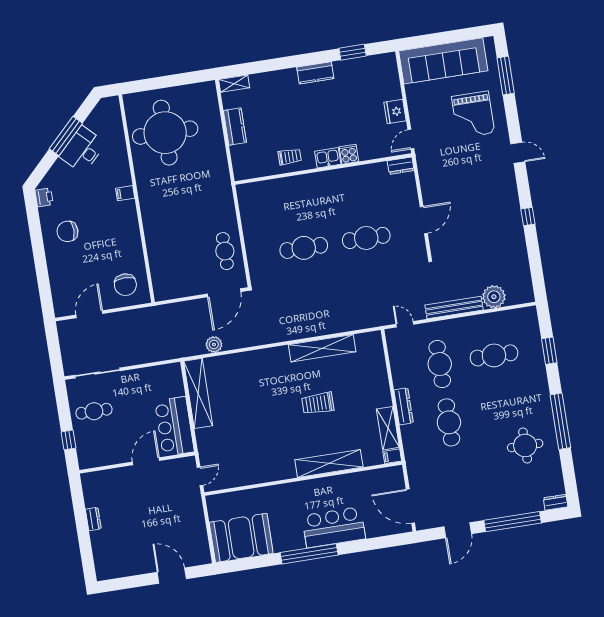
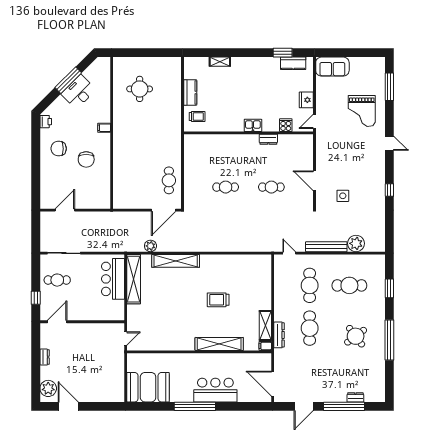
sofa: (443, 61) -> (332, 67), width x0.54, depth x0.79
kitchen counter: (315, 73) -> (293, 63), moved
shelving: (234, 84) -> (220, 62), moved
round table: (165, 133) -> (140, 89), width x0.54, depth x0.54
cooker: (349, 154) -> (286, 125), moved
trolley: (290, 157) -> (197, 117), moved
dresser: (401, 166) -> (268, 139), moved
door: (424, 220) -> (314, 181), swing flipped
side table: (466, 234) -> (343, 196), added
cafe table: (366, 238) -> (271, 187), width x0.73, depth x0.74
cafe table: (304, 248) -> (226, 187), width x0.73, depth x0.74
chair: (125, 285) -> (86, 159), moved
shelving: (322, 348) -> (176, 261), moved
dresser: (404, 406) -> (279, 335), moved
bar counter: (174, 426) -> (113, 279), moved
round table: (525, 445) -> (356, 336), moved, turned -37
door: (146, 461) -> (57, 322), moved
dresser: (556, 502) -> (355, 397), moved
plant: (105, 561) -> (48, 388), added
door: (172, 576) -> (68, 406), moved

